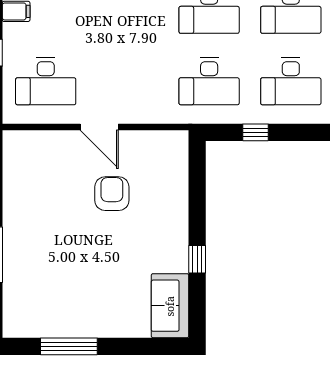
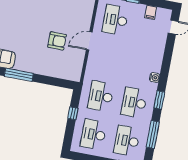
window: (197, 259) -> (19, 75), width x2.17

